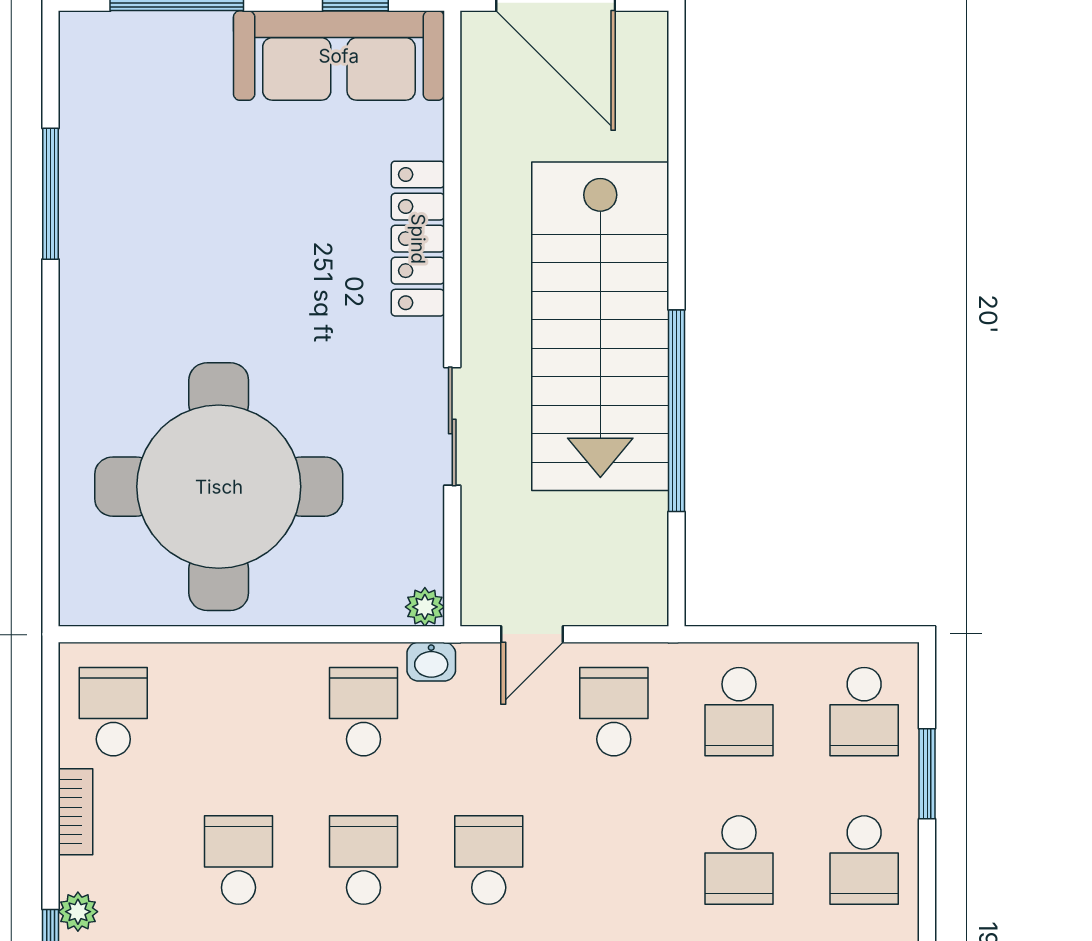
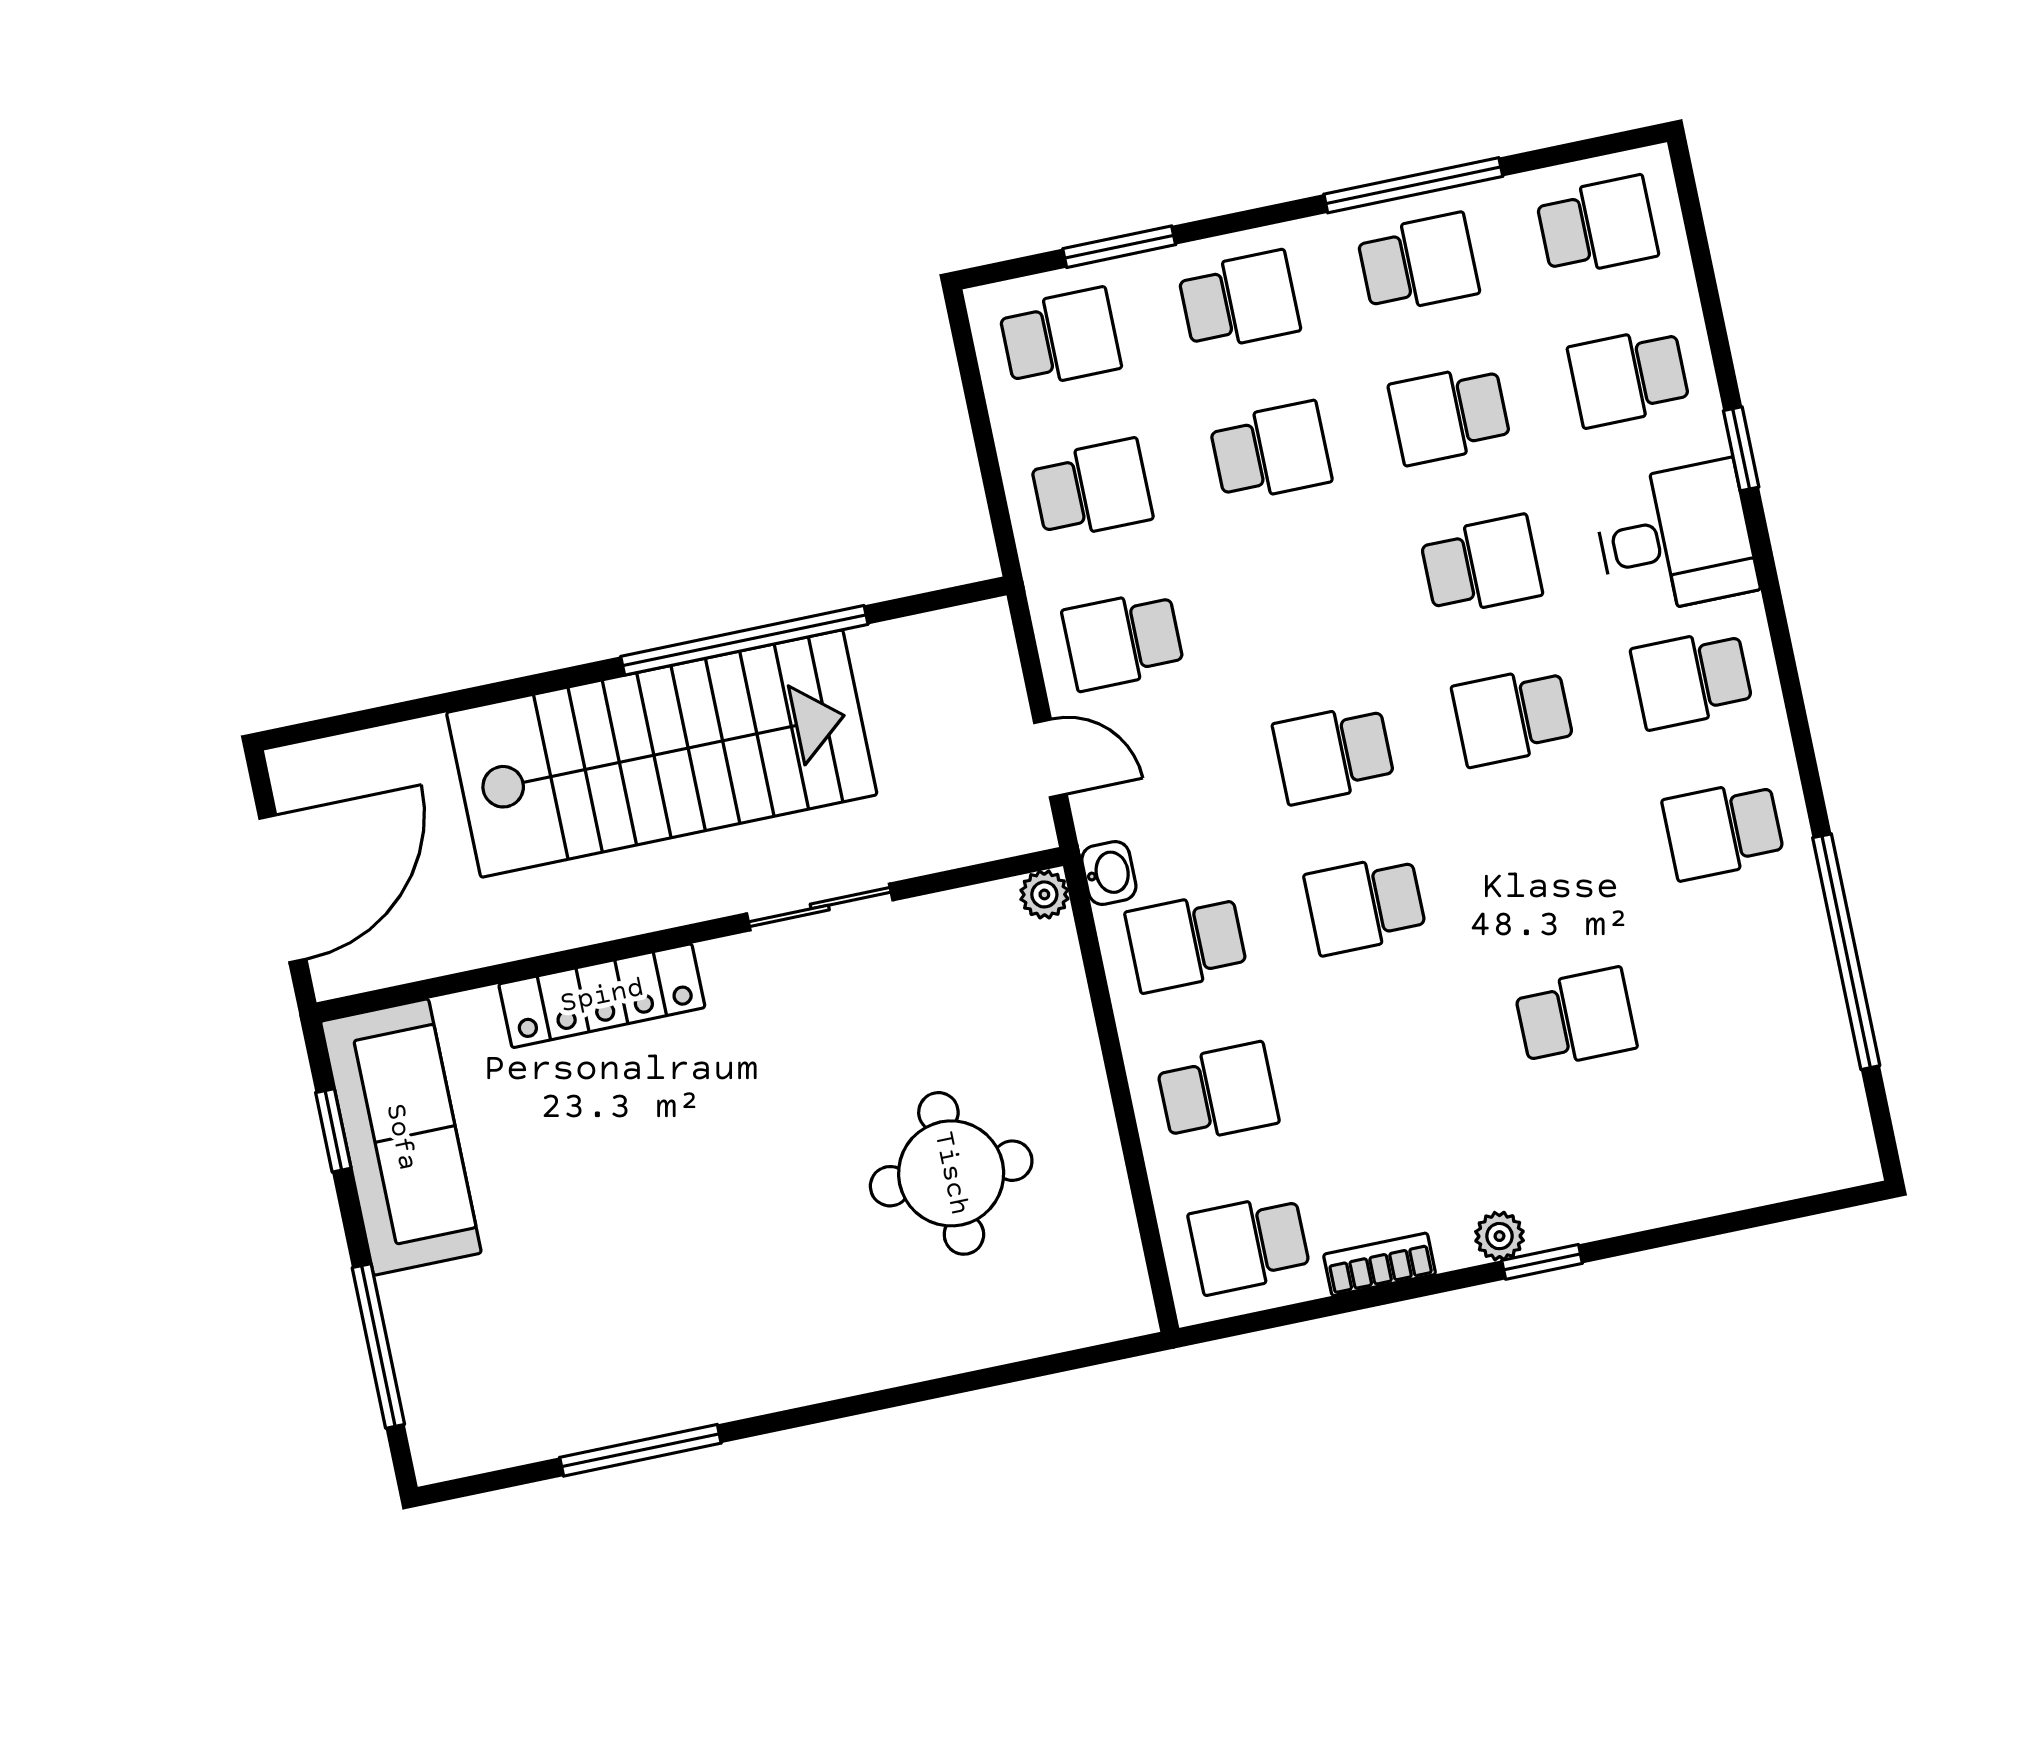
round table: (219, 487) -> (951, 1173), width x0.54, depth x0.54
school desk: (238, 860) -> (1218, 1093), moved, turned 180

